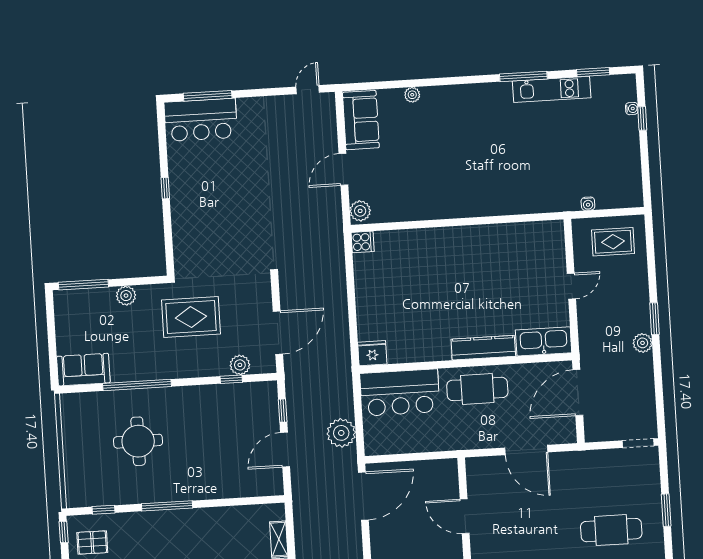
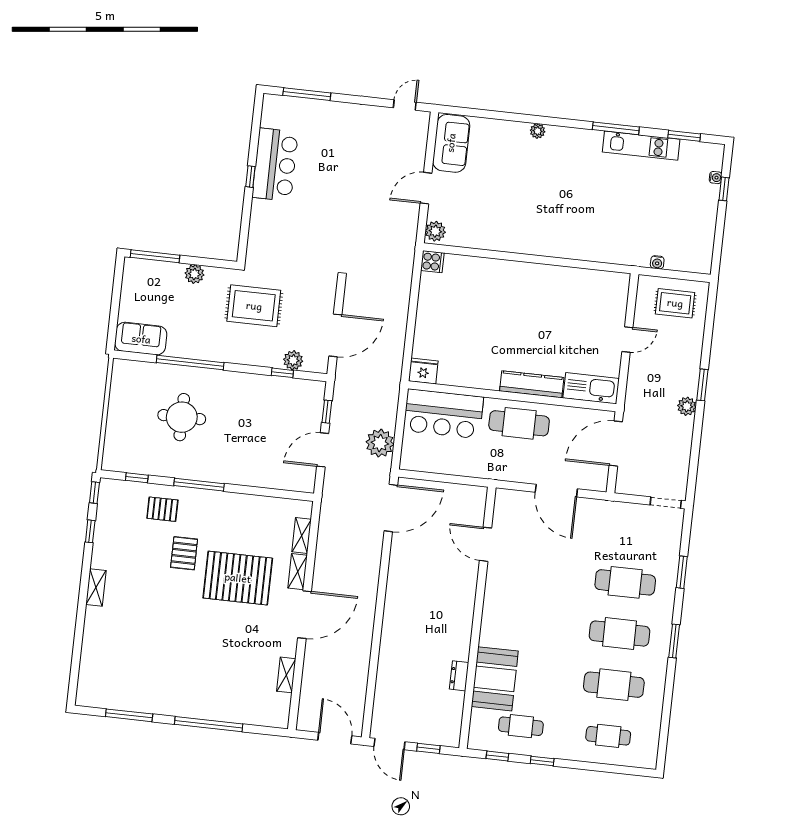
plant: (412, 95) -> (538, 131), moved
bar counter: (201, 120) -> (275, 165), moved, turned -90
pallet: (92, 543) -> (162, 509), moved

